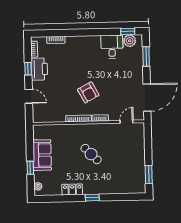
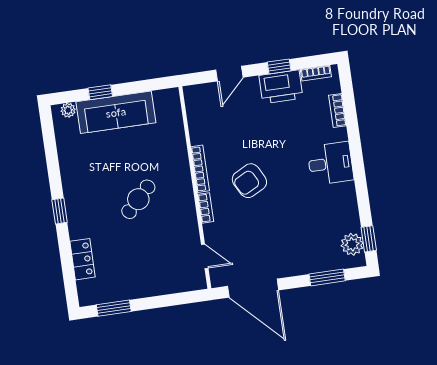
desk: (112, 47) -> (330, 163), moved
sofa: (42, 155) -> (116, 112), width x1.36
locker: (72, 189) -> (82, 259), moved

